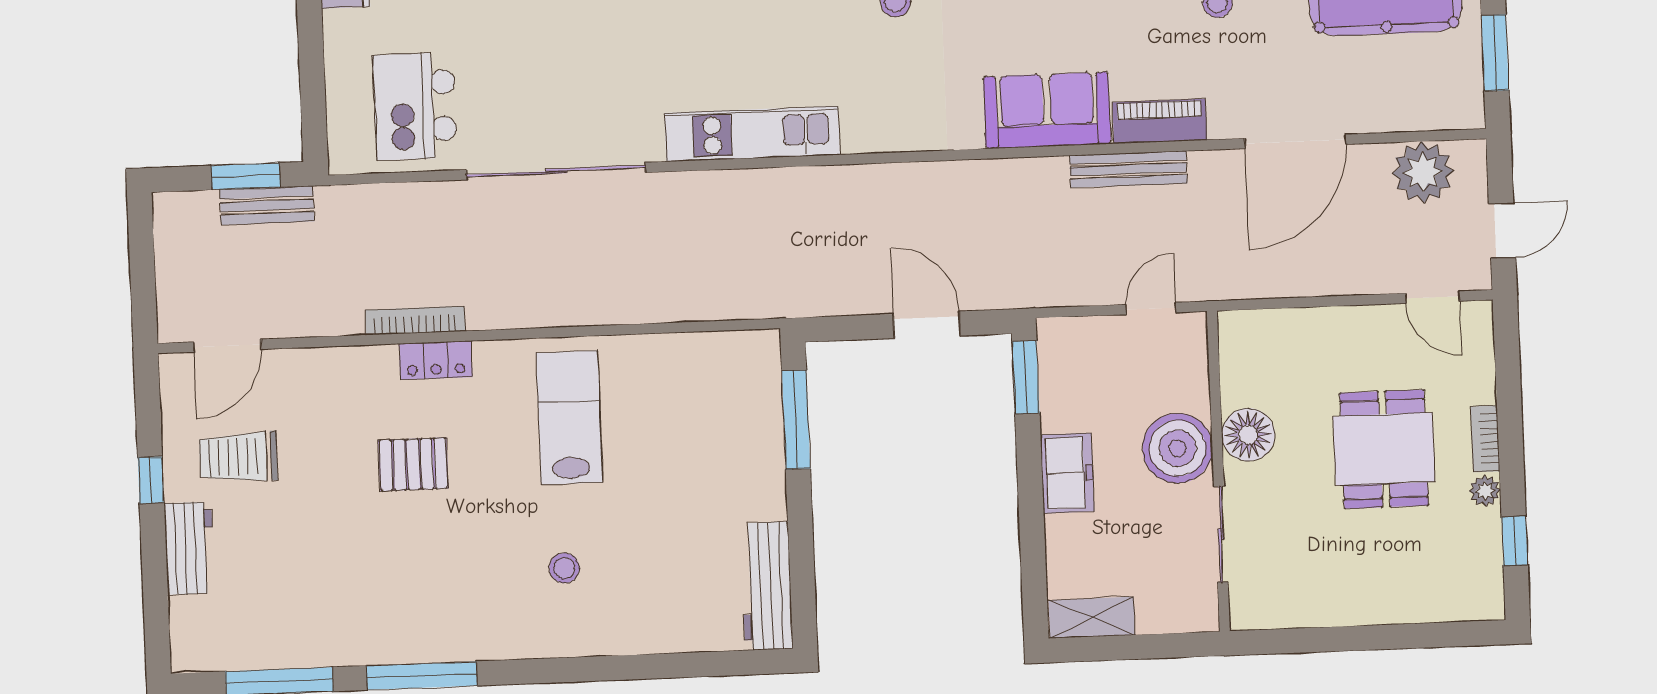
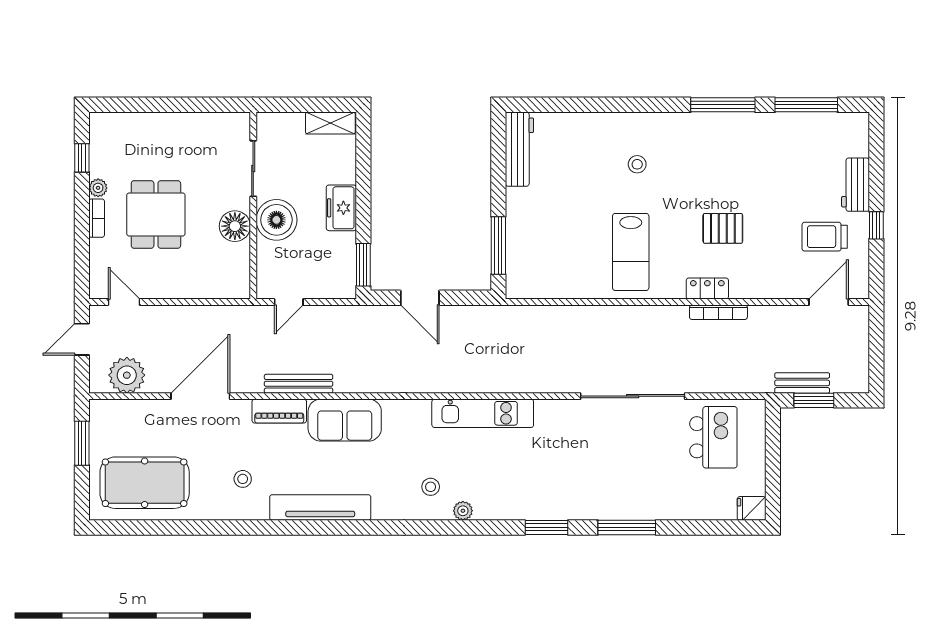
kitchen unit: (752, 134) -> (483, 413), moved
trolley: (238, 457) -> (825, 237), turned 180

